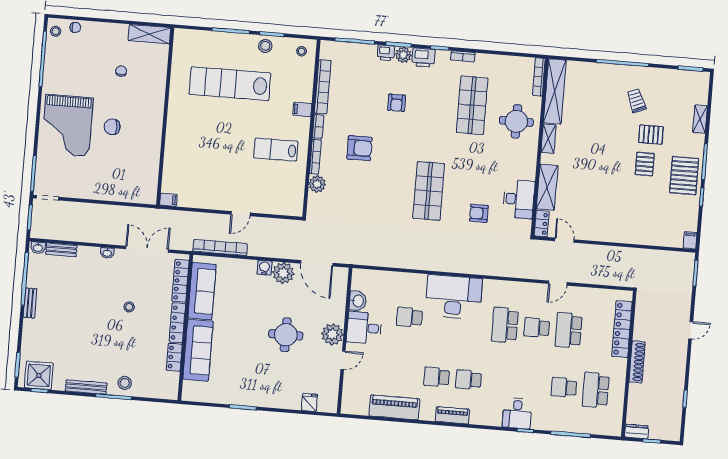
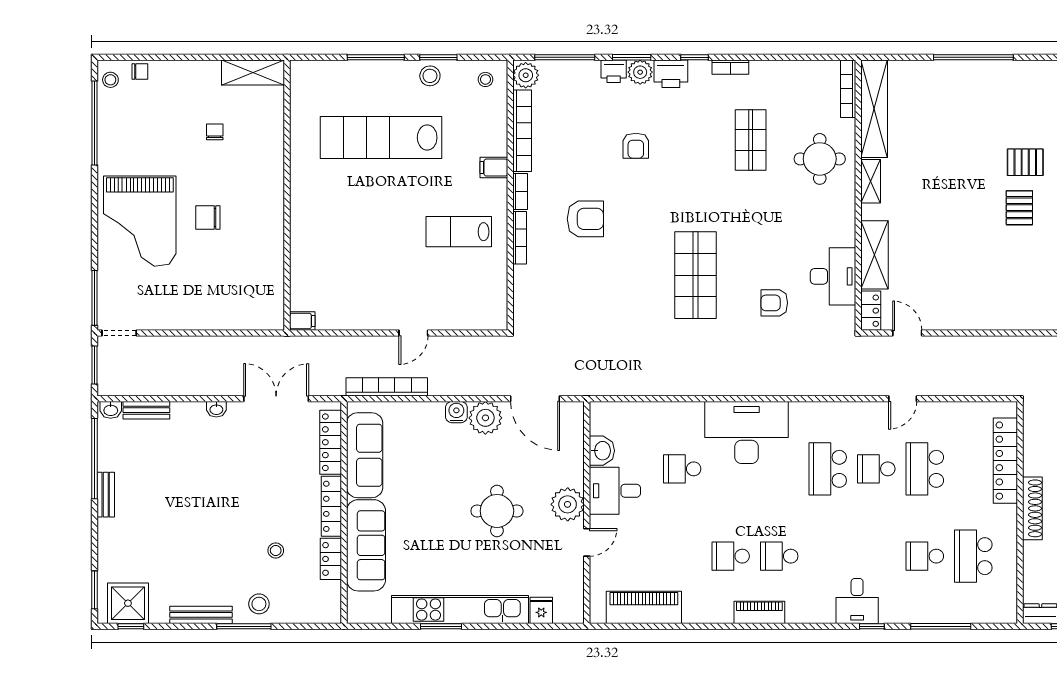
trolley: (636, 101) -> (999, 113), removed
shop shelf: (472, 105) -> (751, 140), width x0.70, depth x0.74
plant: (317, 184) -> (526, 75), moved
stool: (129, 307) -> (276, 550), moved
kitchen unit: (256, 397) -> (460, 610), added
piano: (394, 407) -> (644, 607), moved

